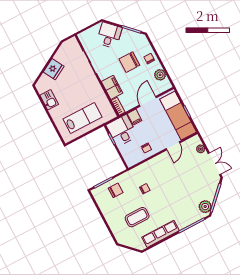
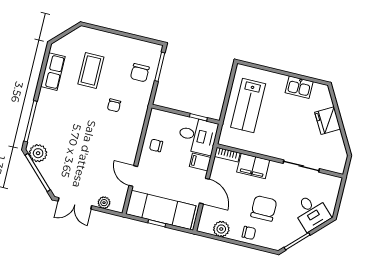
row of seats: (161, 234) -> (53, 72), width x0.68

